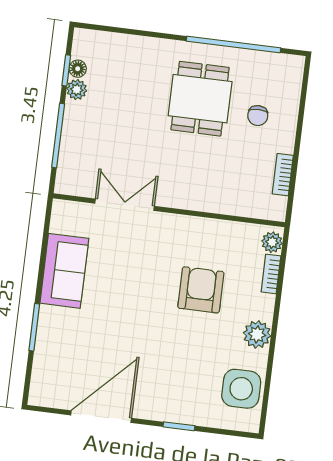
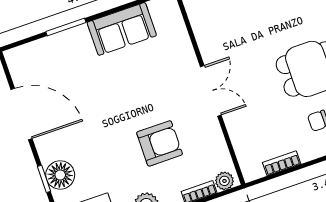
double door: (125, 205) -> (211, 91), moved
floor lamp: (183, 408) -> (60, 175), added

